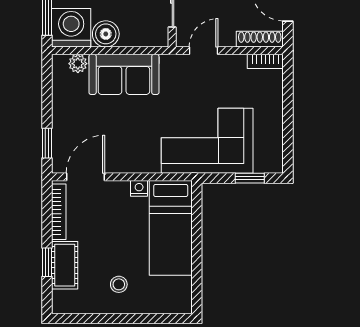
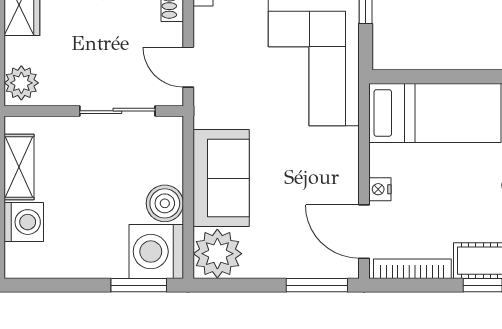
plant: (78, 64) -> (217, 254), width x1.88, depth x1.88
window: (47, 143) -> (317, 285), width x1.50
nightstand: (139, 188) -> (380, 189), moved

